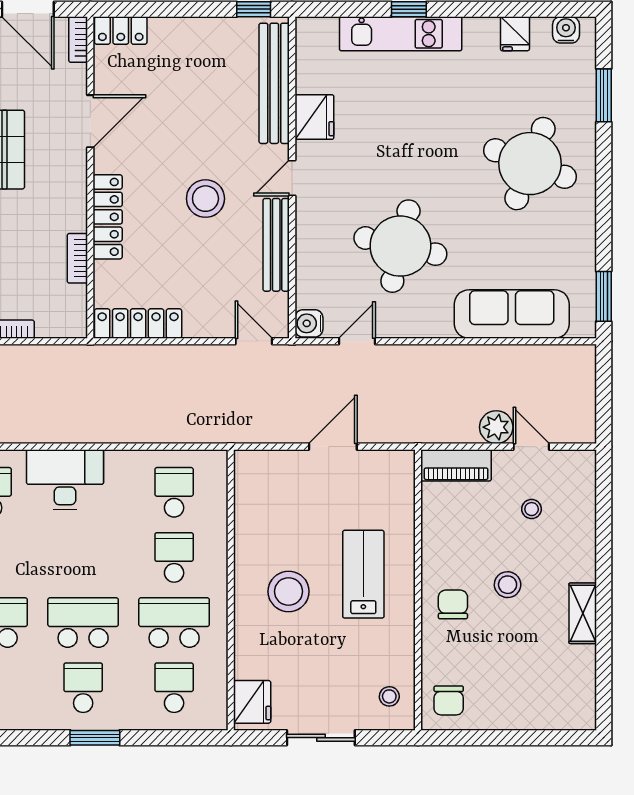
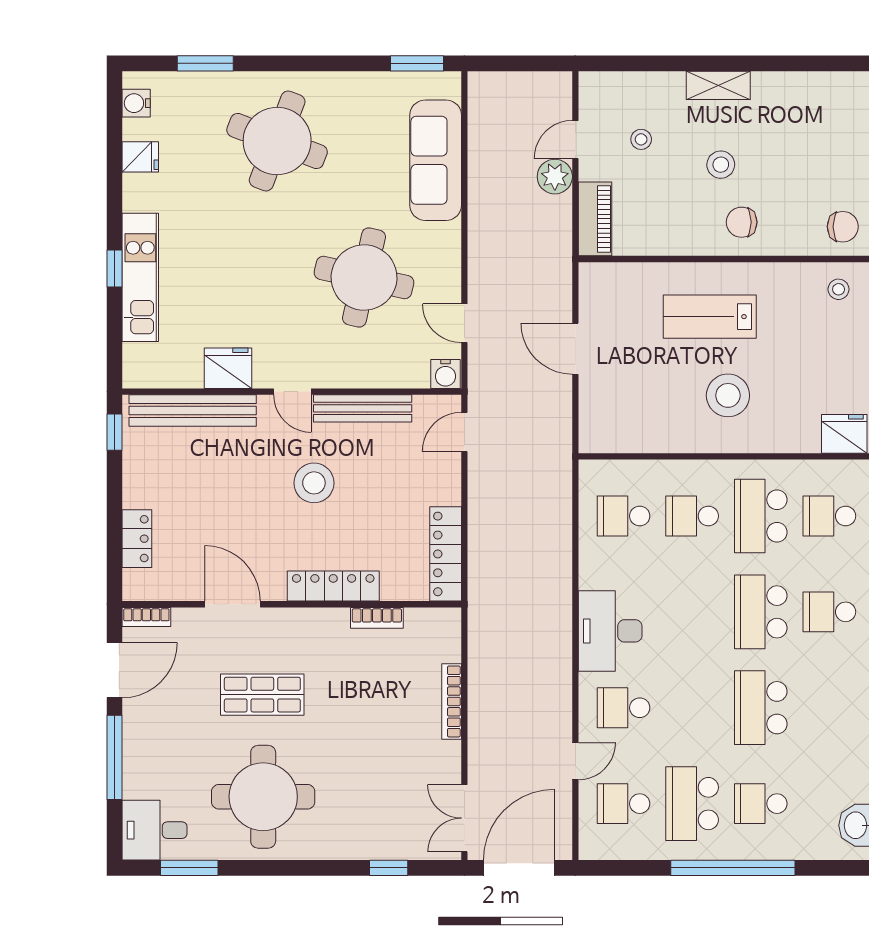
locker: (121, 30) -> (137, 539), moved
shelving: (583, 613) -> (718, 85), moved

